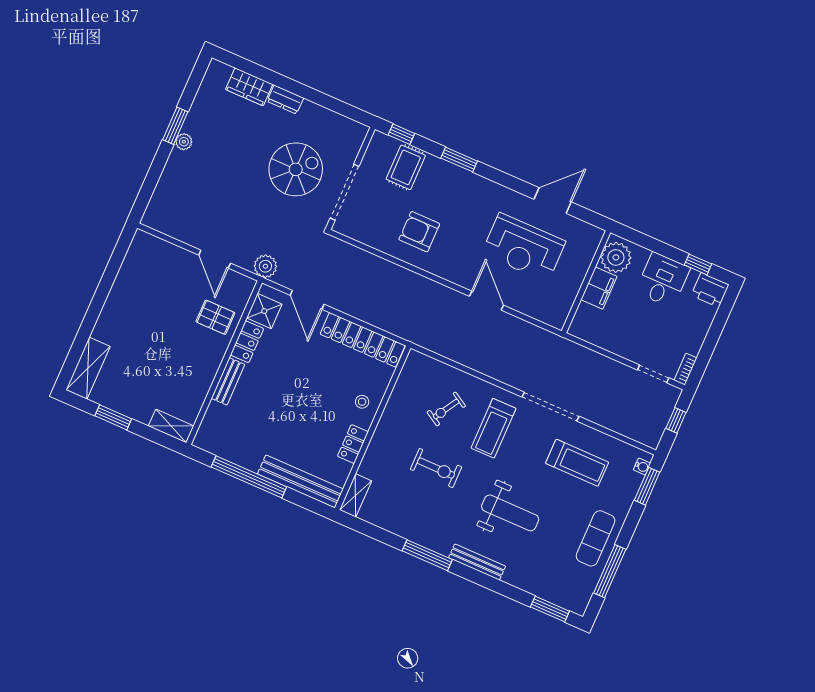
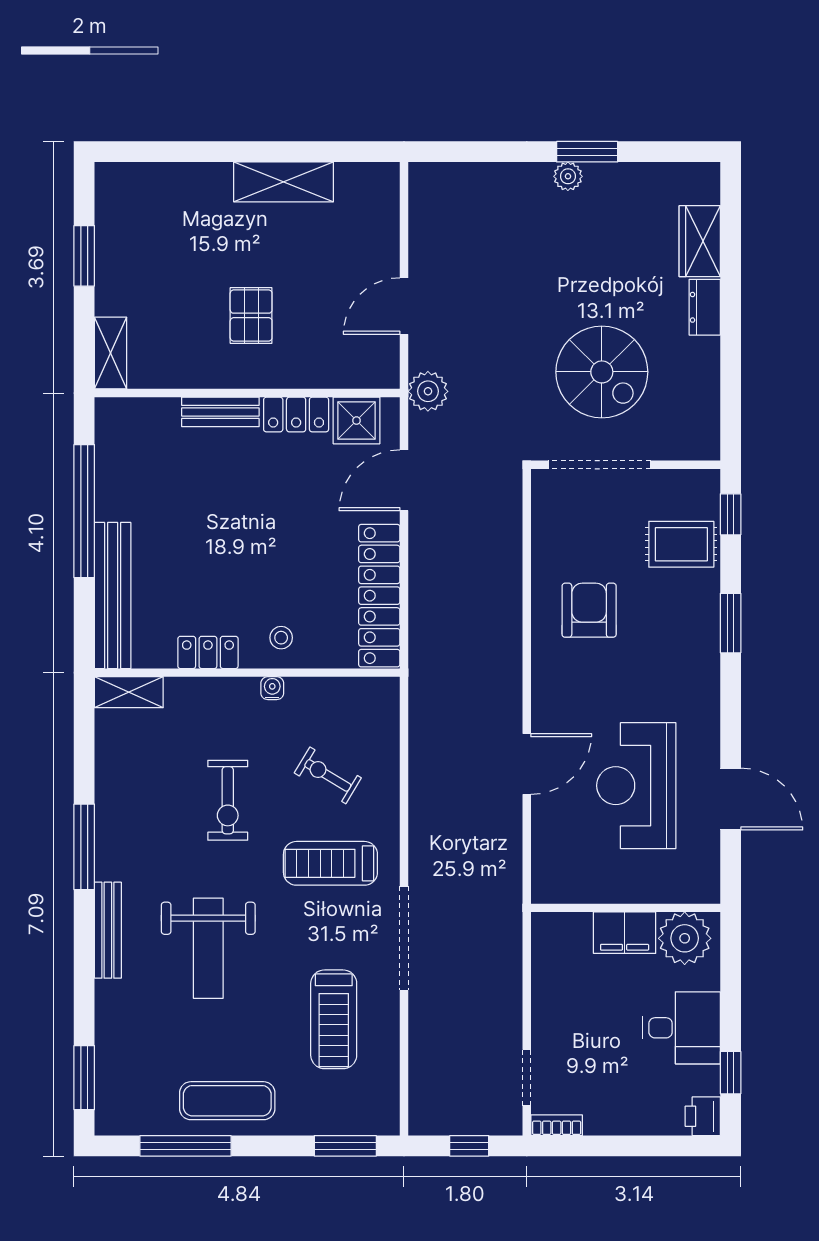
printer: (710, 290) -> (703, 1116), width x0.73, depth x0.81
pallet: (215, 317) -> (251, 315), moved
shelving: (88, 368) -> (284, 182), moved
water cooler: (642, 466) -> (272, 688), moved, turned 180

